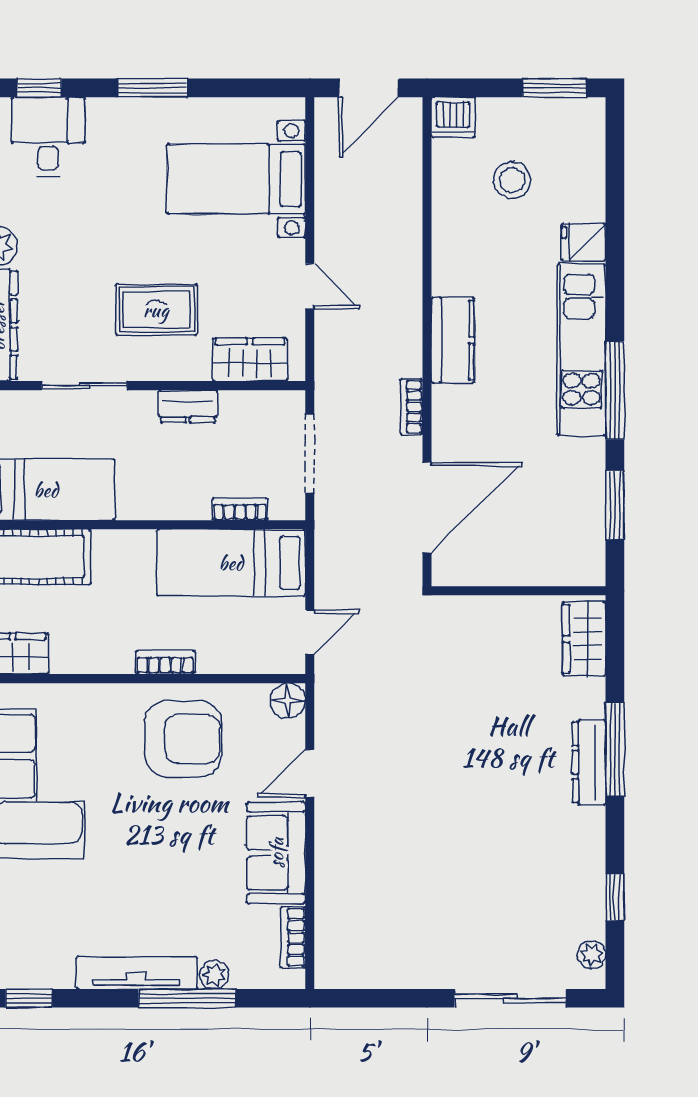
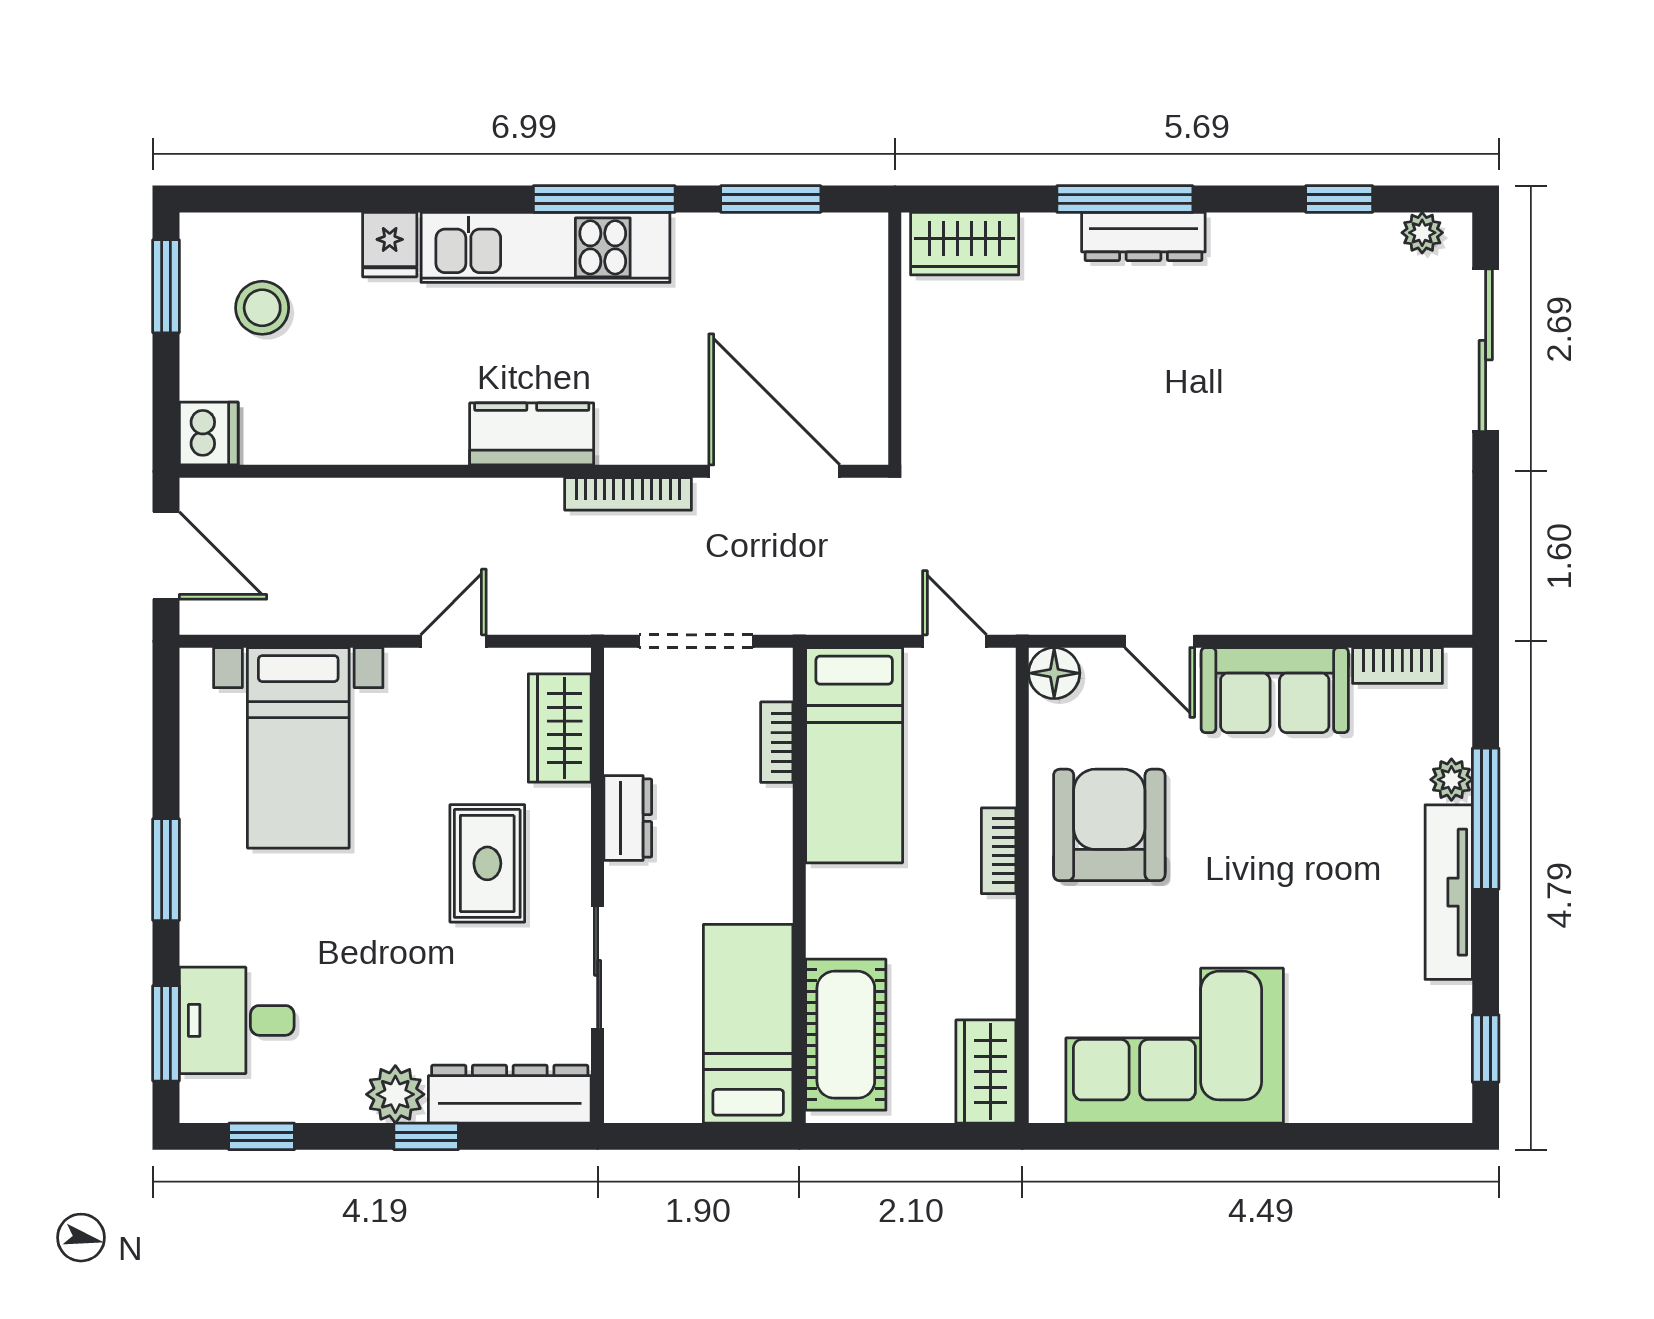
window: (39, 88) -> (166, 1033), width x1.50
stool: (512, 180) -> (262, 308), moved
bookcase: (411, 407) -> (628, 494), width x1.56

